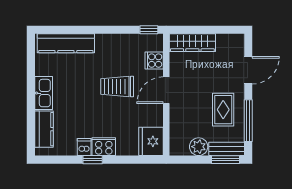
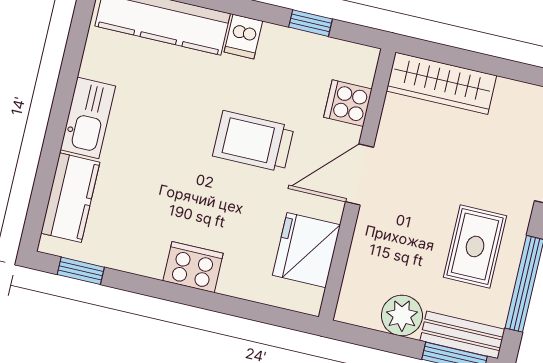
window: (149, 30) -> (311, 23), moved
fridge: (151, 141) -> (306, 250), moved
dishwasher: (84, 147) -> (243, 37), moved, turned 180
window: (93, 160) -> (81, 271), moved

